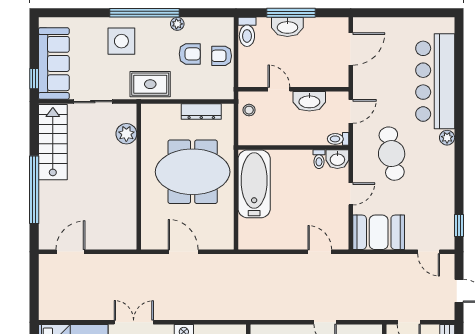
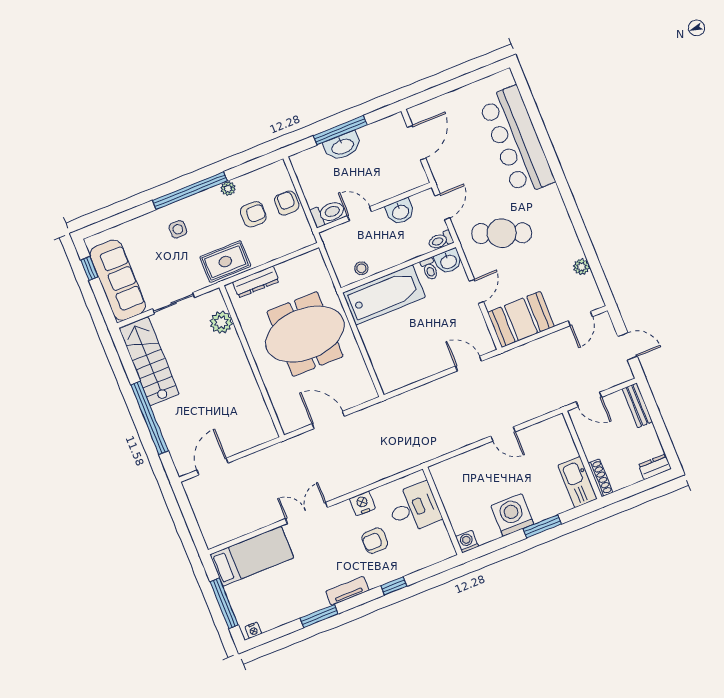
toilet: (247, 32) -> (328, 213), moved, turned -90
side table: (121, 41) -> (178, 229), width x0.54, depth x0.54
armchair: (222, 56) -> (287, 203), turned 90
window: (34, 79) -> (89, 268), moved
washbasin: (309, 101) -> (400, 212), width x0.72
stool: (249, 110) -> (361, 268), moved
dresser: (201, 112) -> (256, 282), moved
plant: (447, 138) -> (581, 267), moved
cafe table: (392, 154) -> (502, 233), turned -59
bathtub: (254, 184) -> (384, 295), moved, turned 90
window: (459, 226) -> (601, 279), removed
door: (429, 252) -> (580, 319), hinge flipped

